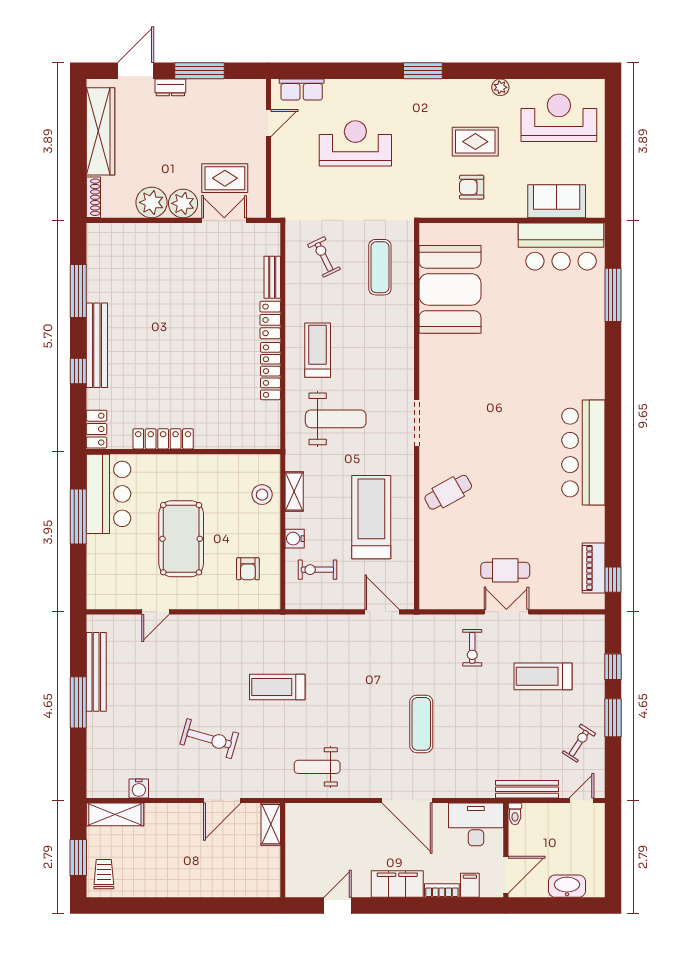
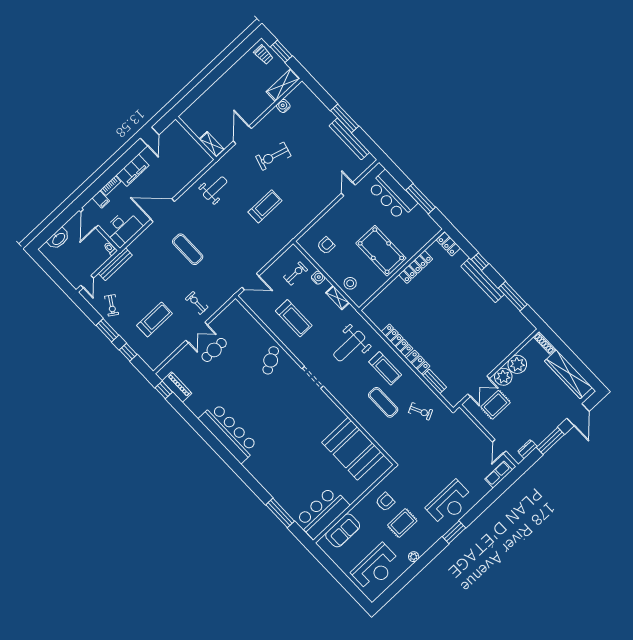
dresser: (170, 87) -> (527, 449), moved
reception desk: (355, 143) -> (450, 503), moved
exercise mat: (380, 267) -> (383, 402), moved
bar counter: (109, 494) -> (392, 195), moved
treadmill: (371, 517) -> (294, 318), width x0.73, depth x0.73
pool table: (181, 539) -> (381, 251), moved
armchair: (248, 569) -> (326, 245), turned 90

